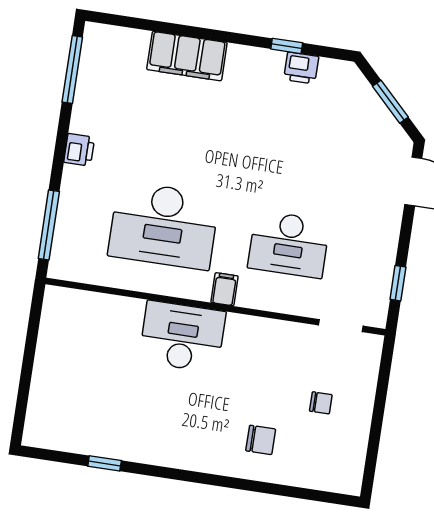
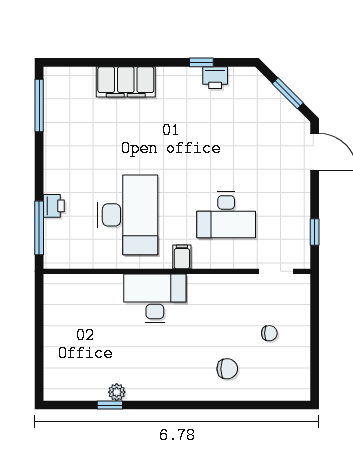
printer: (79, 150) -> (54, 206), moved
desk: (164, 225) -> (128, 215), turned -90
plant: (116, 448) -> (117, 392), added

